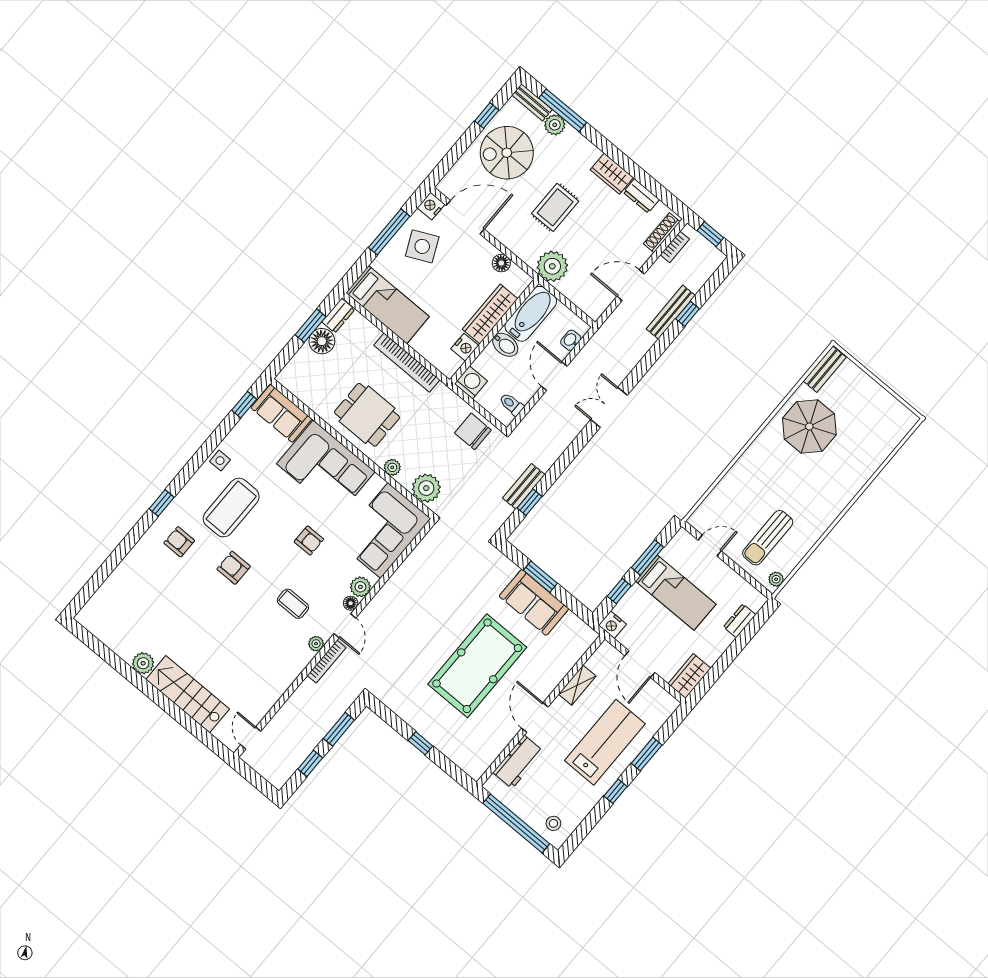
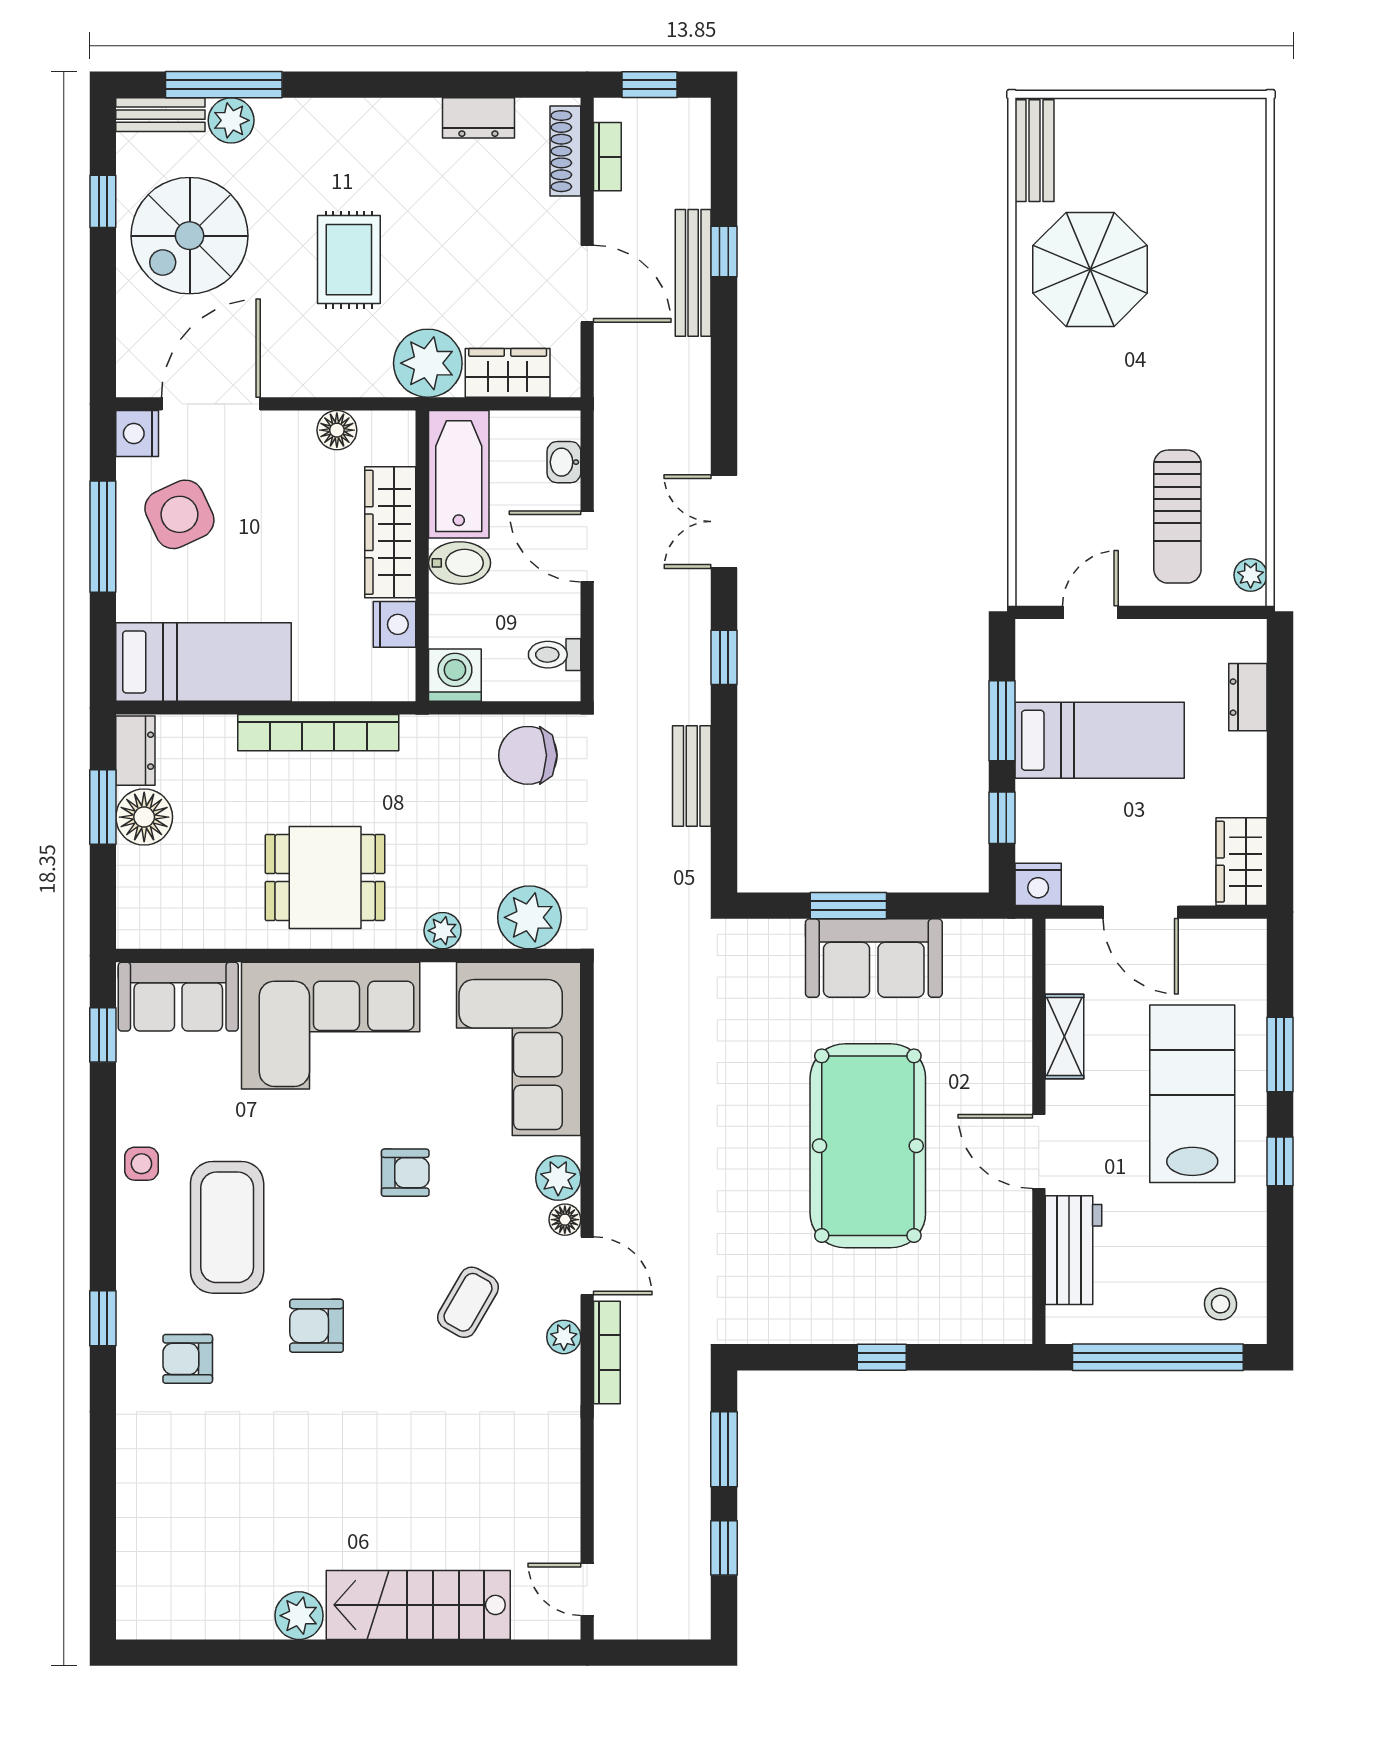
wardrobe: (612, 174) -> (508, 373), moved, turned 180
door: (631, 285) -> (587, 284), swing flipped
window: (529, 502) -> (724, 657), moved
coffee table: (293, 604) -> (468, 1302), turned -60

